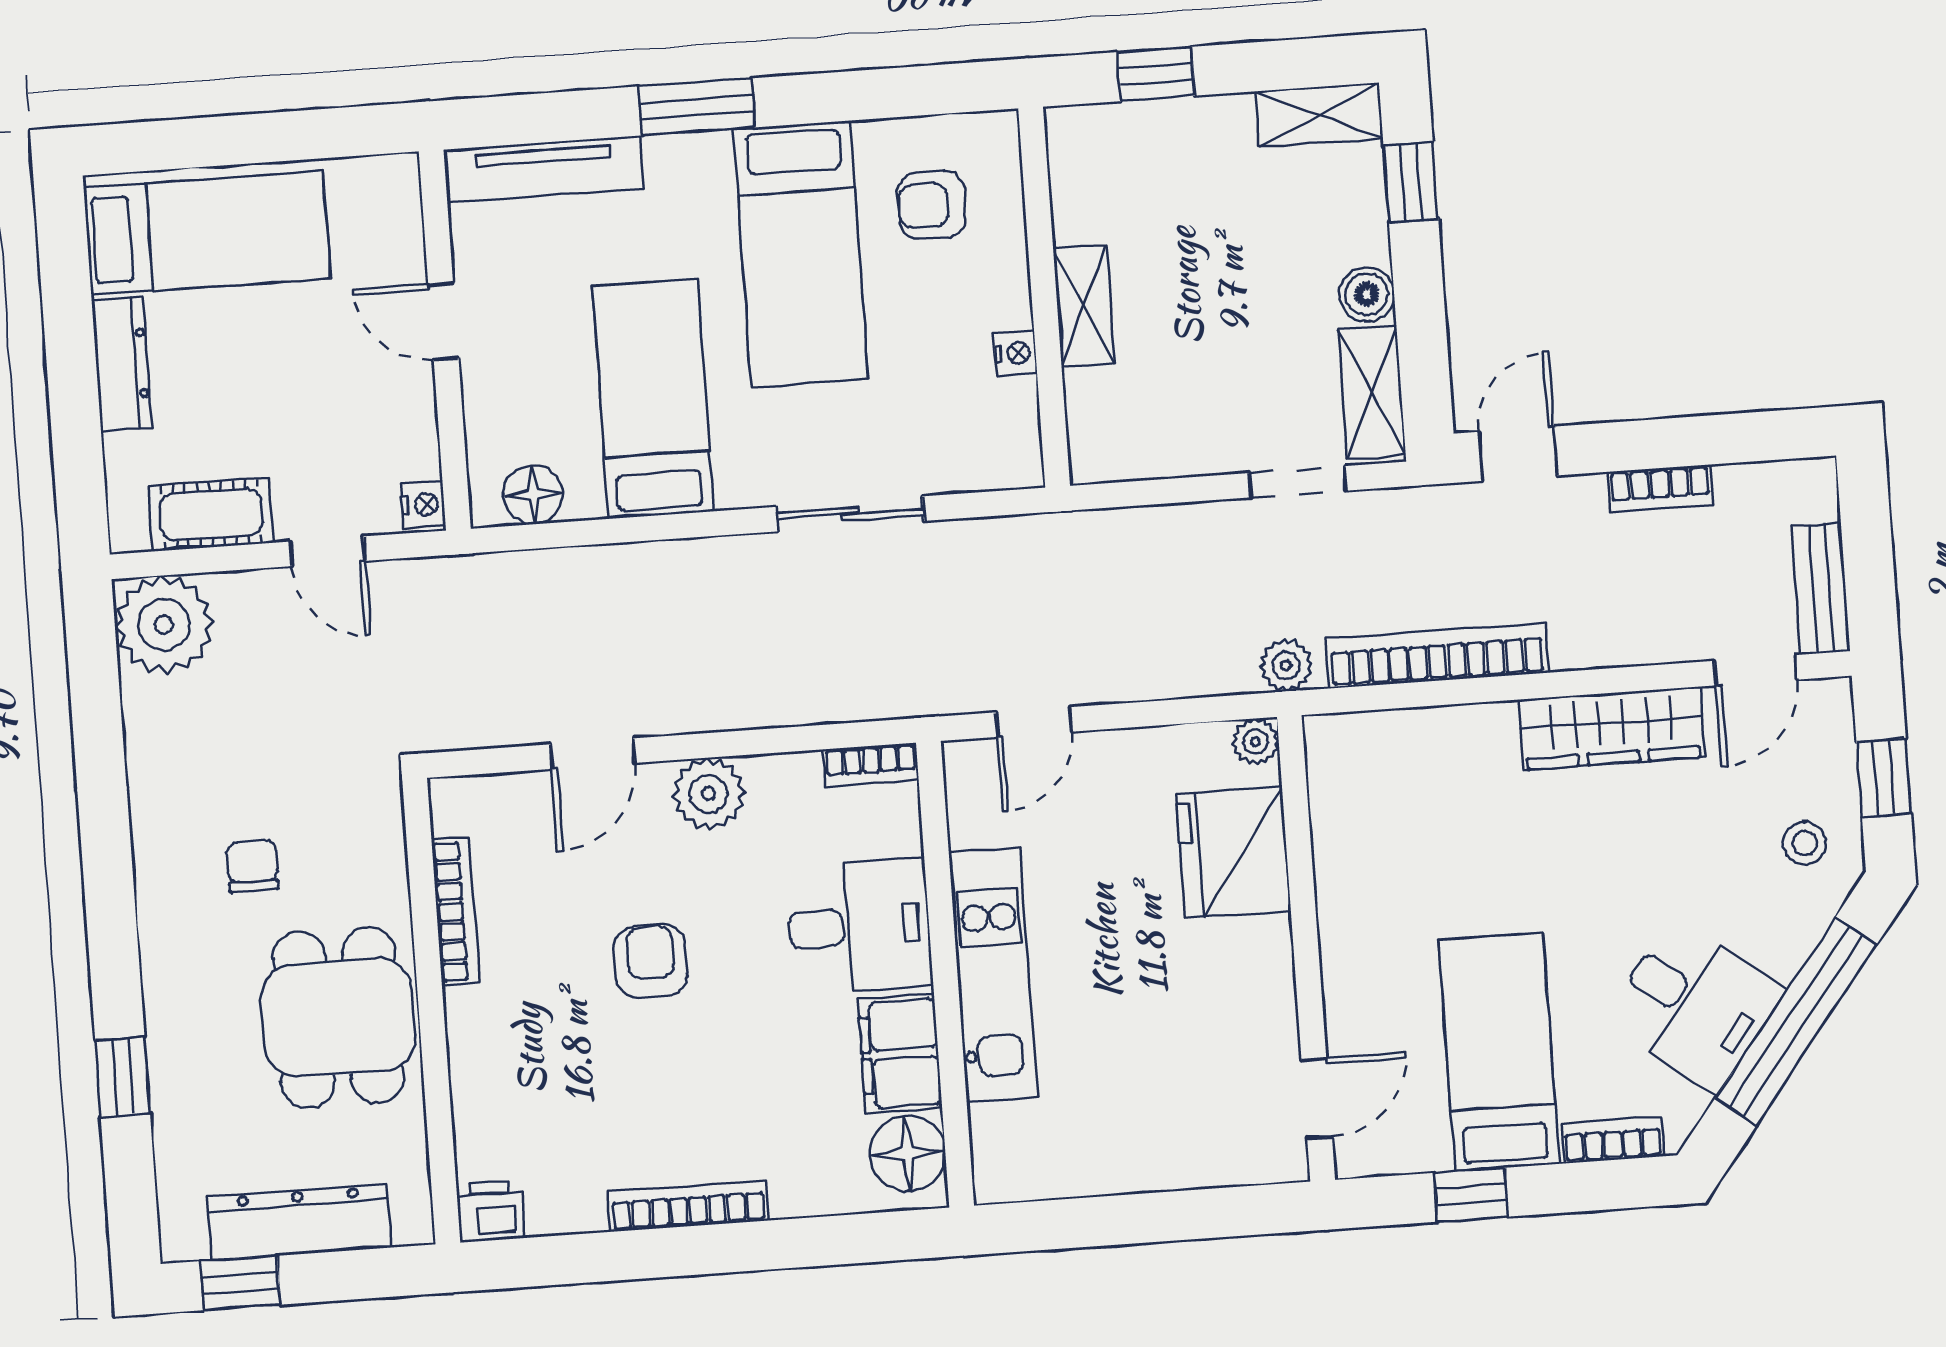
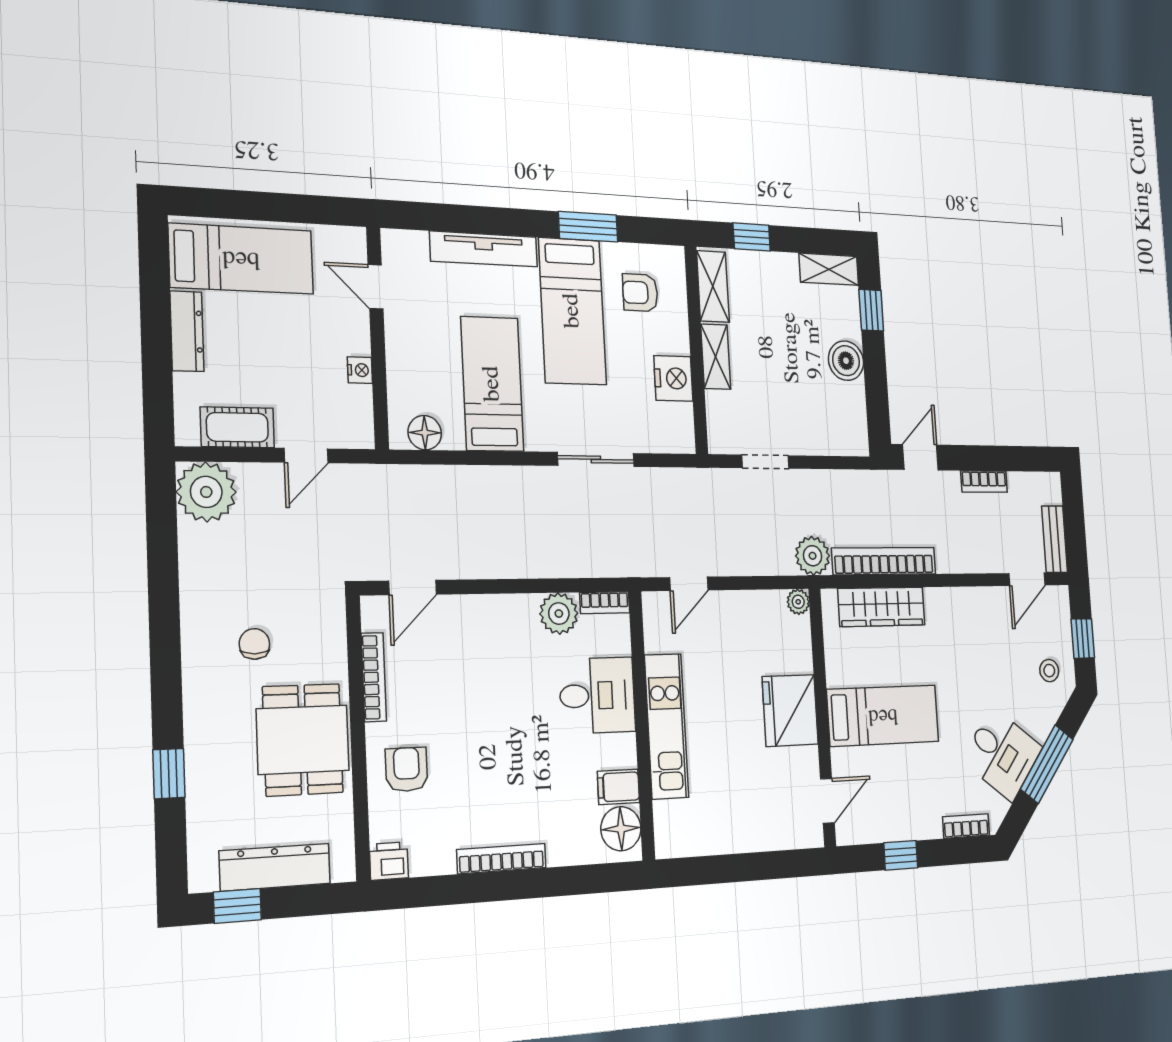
window: (697, 107) -> (588, 227), moved
tv unit: (544, 169) -> (484, 249), moved
boiler: (1367, 294) -> (846, 361), width x1.36, depth x1.36
door: (443, 321) -> (376, 287), moved
nightstand: (1015, 353) -> (673, 378), width x1.89, depth x1.79
shelving: (1372, 392) -> (713, 286), moved
doorway: (1298, 482) -> (765, 462), moved
nightstand: (423, 504) -> (360, 370), moved
door: (328, 551) -> (306, 456), hinge flipped
plant: (1286, 665) -> (813, 556), width x1.38, depth x1.38
wardrobe: (1612, 728) -> (881, 607), moved
door: (593, 754) -> (413, 588), moved
plant: (708, 794) -> (559, 614), moved
fridge: (1233, 853) -> (790, 710), moved
armchair: (651, 961) -> (407, 769), moved
window: (1796, 1021) -> (1047, 764), width x0.68
bed: (1499, 1052) -> (883, 716), moved, turned 90
filing cabinet: (900, 1053) -> (618, 787), width x0.50

